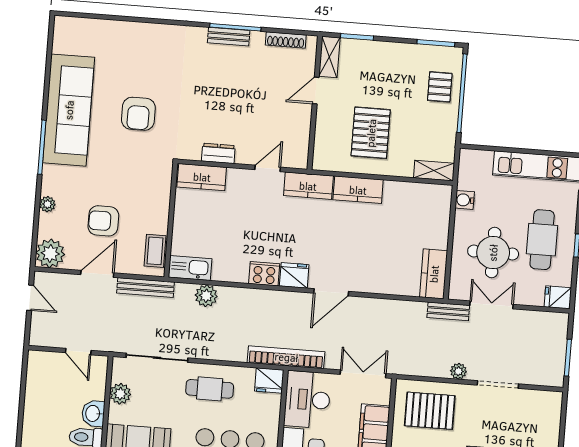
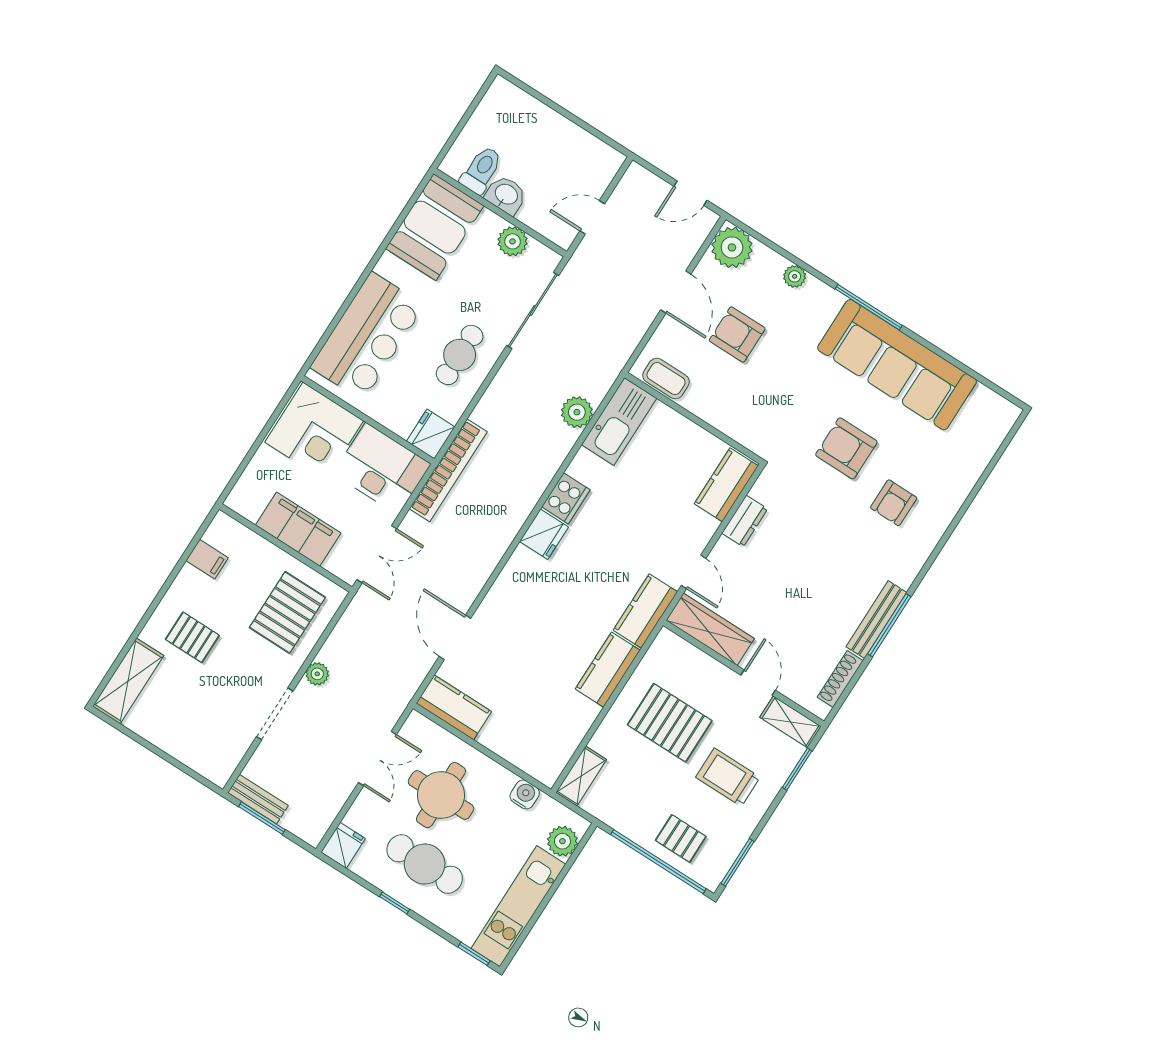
bench: (229, 37) -> (876, 620), width x1.36
armchair: (157, 66) -> (894, 503), added
trolley: (385, 78) -> (728, 777), added
wardrobe: (298, 139) -> (710, 629), added
plant: (481, 160) -> (562, 841), added
armchair: (103, 221) -> (737, 334), turned -90
kitchen sink: (190, 268) -> (619, 422), width x1.36, depth x1.24
bench: (145, 288) -> (627, 343), removed
door: (331, 292) -> (455, 637), moved
bench: (448, 311) -> (258, 799), moved, turned 90

